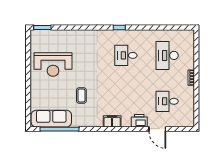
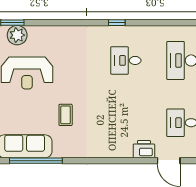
plant: (46, 37) -> (17, 35), added
filing cabinet: (112, 121) -> (107, 150), removed

